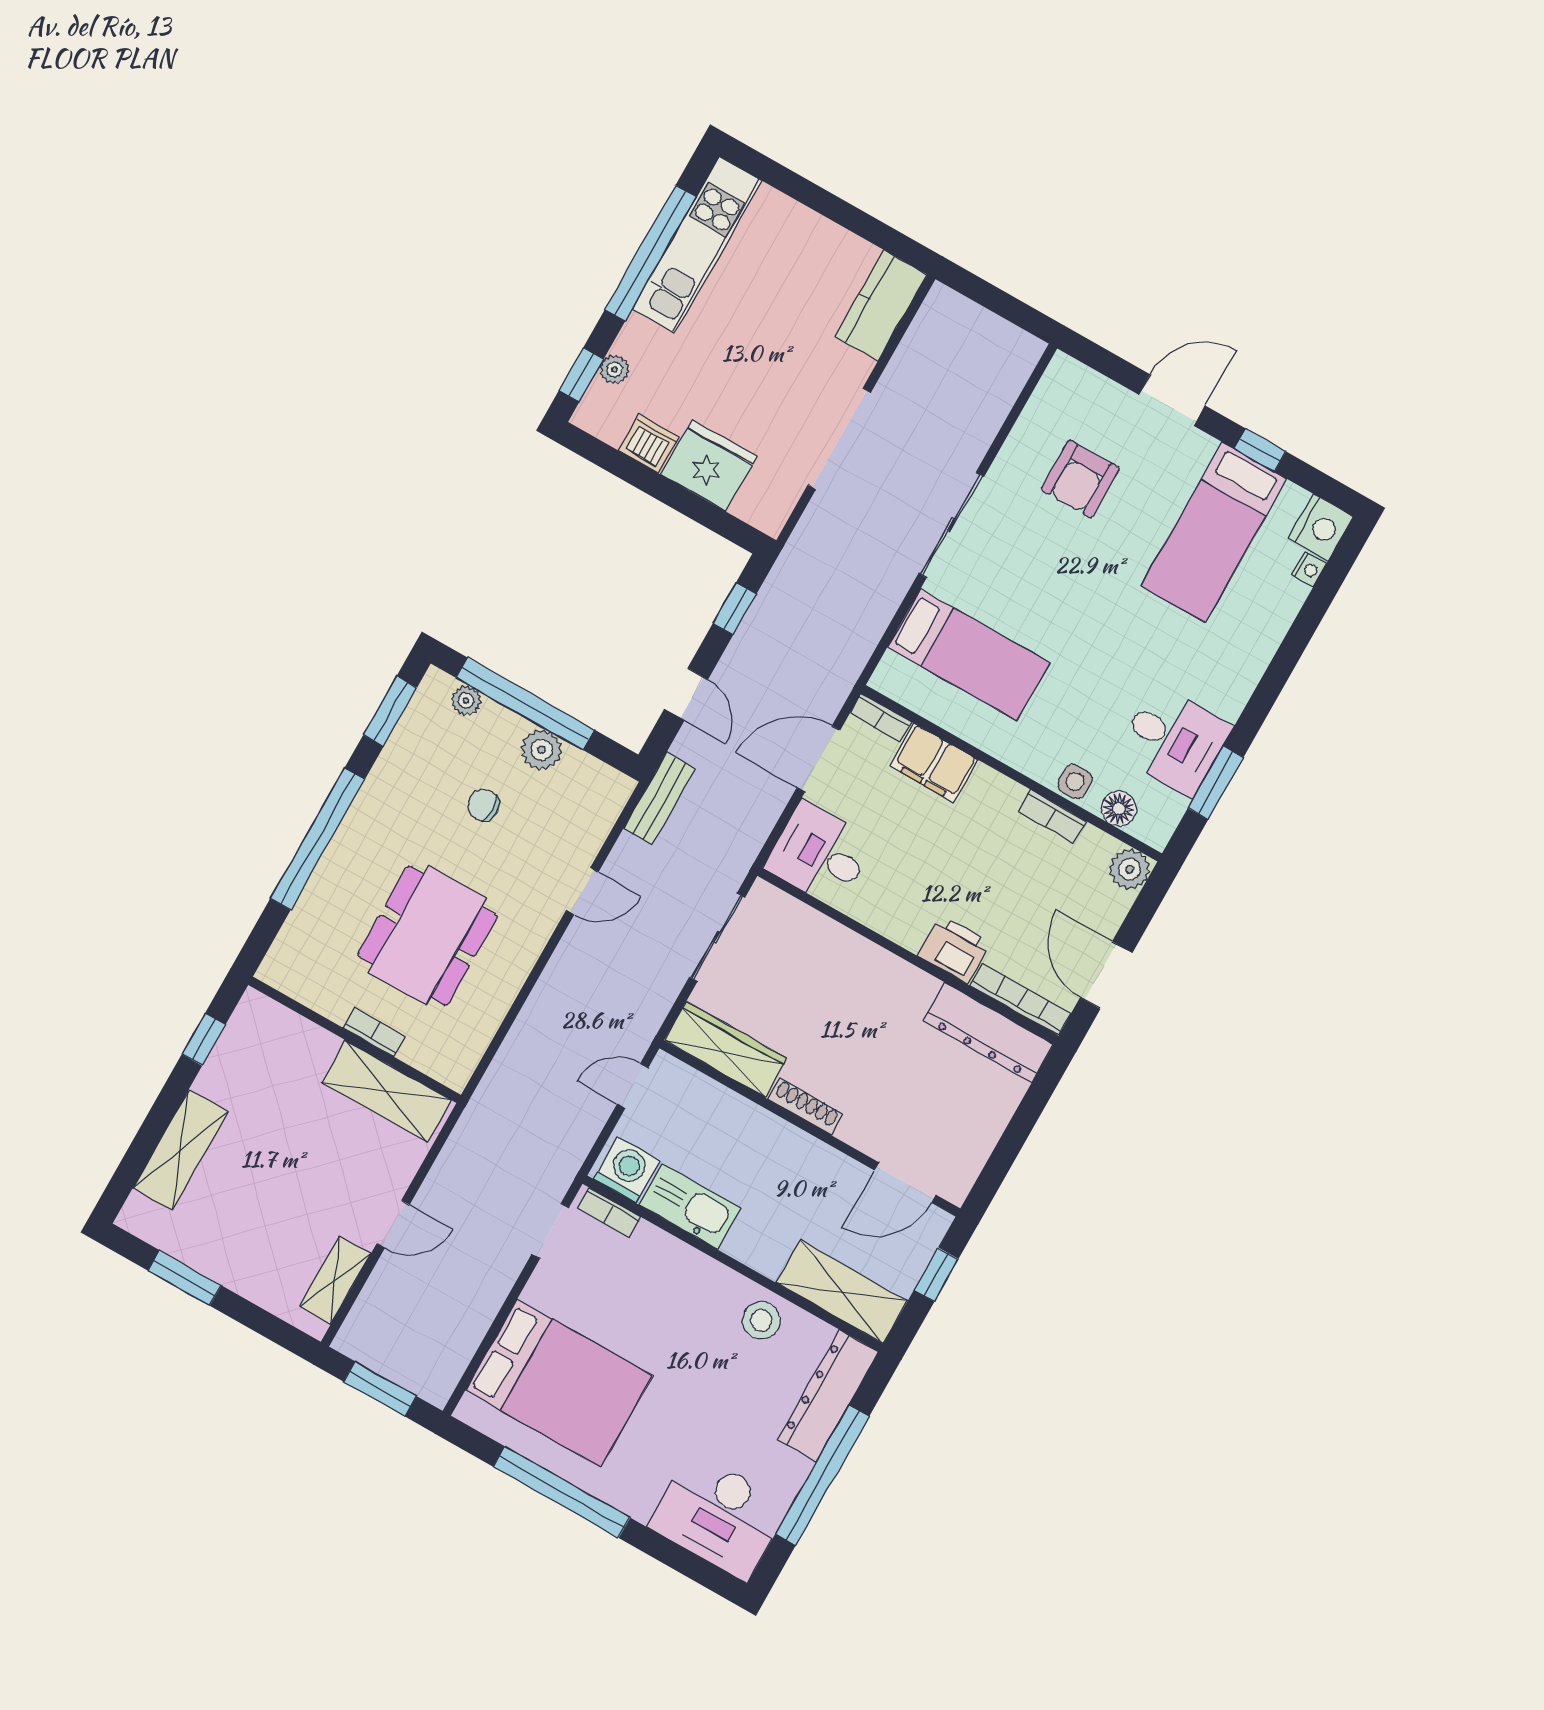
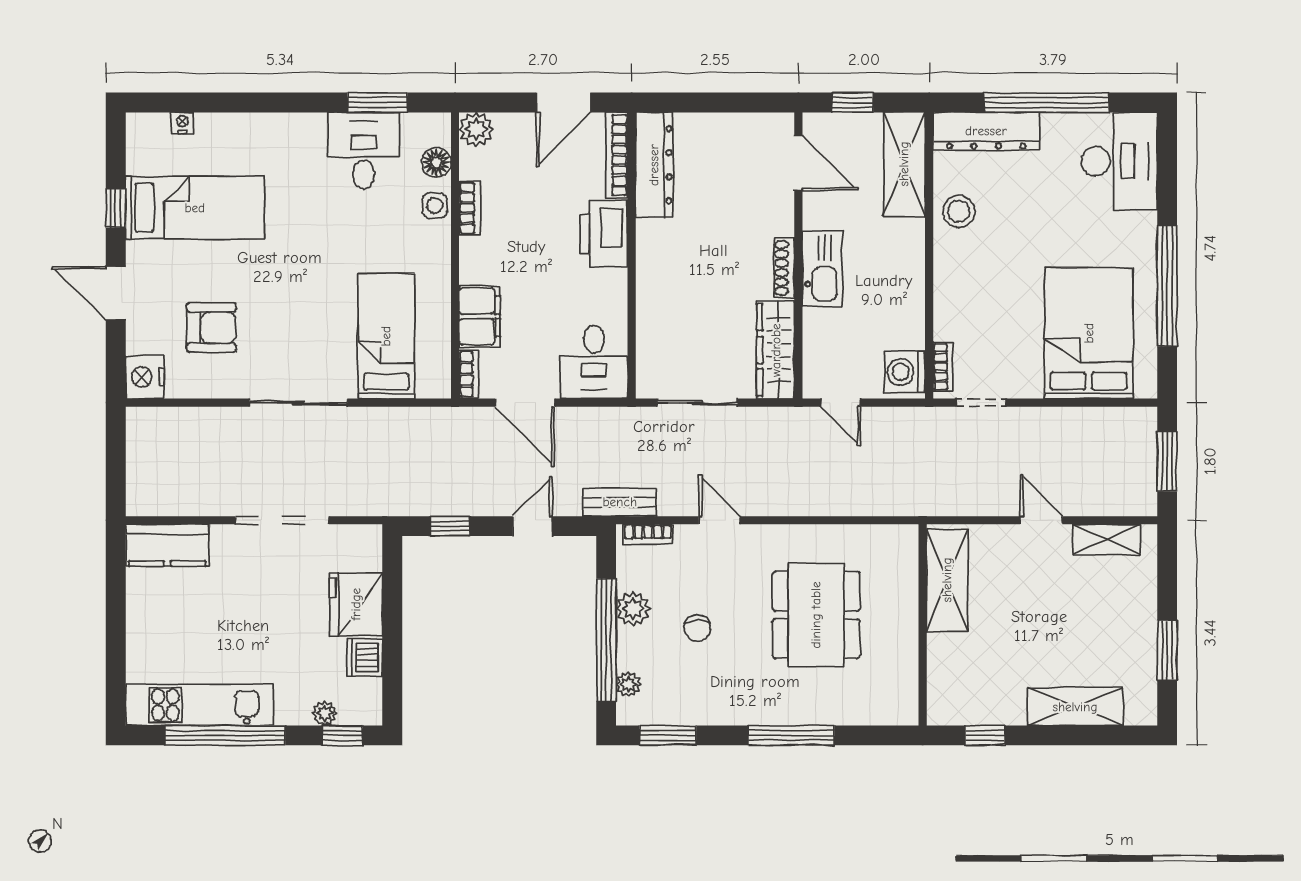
nightstand: (1321, 527) -> (145, 377), moved, turned -90
window: (318, 839) -> (791, 735), width x0.68
dining table: (428, 936) -> (816, 615), turned 90
printer: (954, 949) -> (604, 234), width x1.37, depth x1.19
bookcase: (374, 1032) -> (648, 534), moved, turned -90
kitchen sink: (690, 1206) -> (822, 269), moved, turned 180

